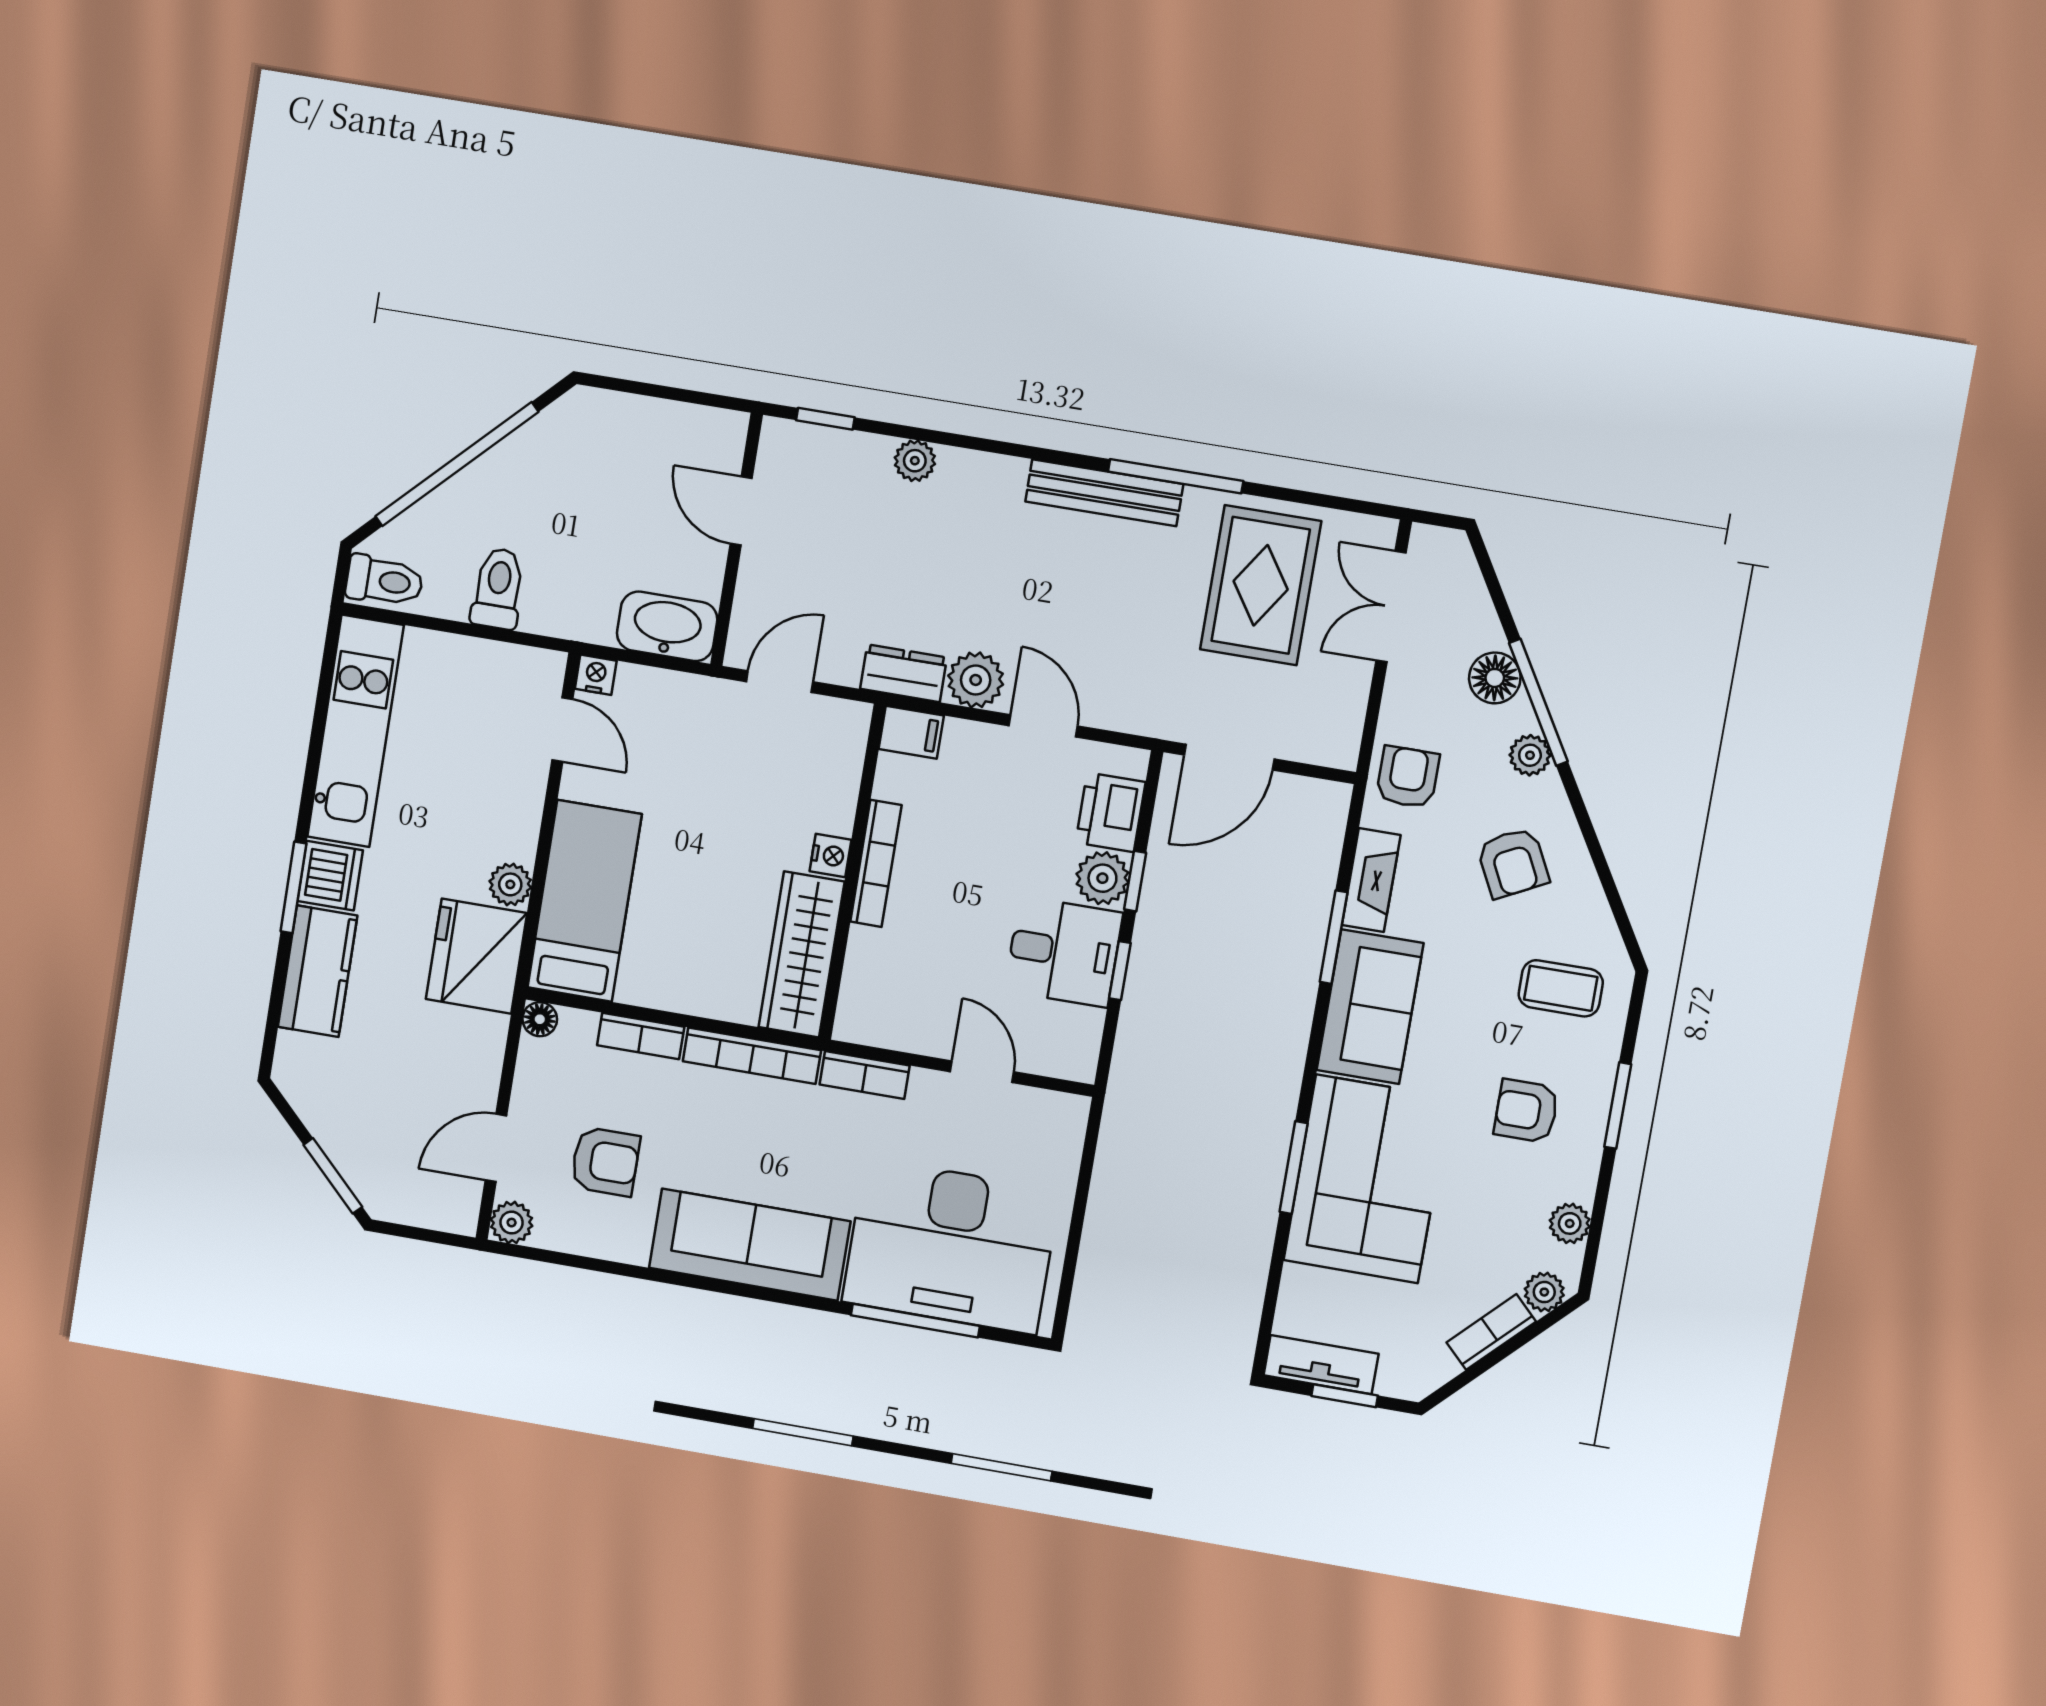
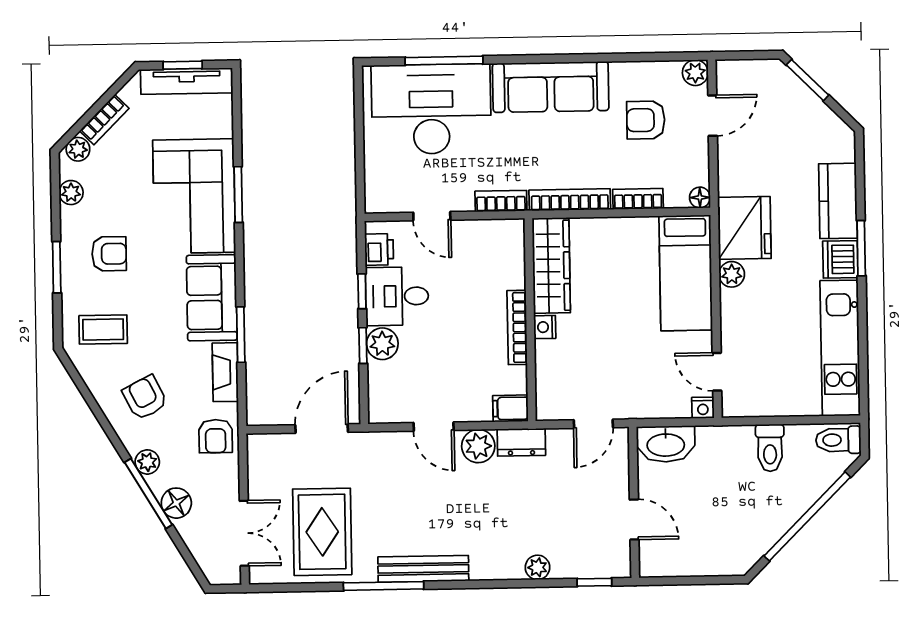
printer: (1111, 812) -> (379, 249), moved, width x0.73, depth x0.81
tv unit: (1321, 1365) -> (187, 81), width x1.41

